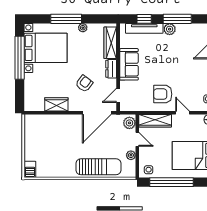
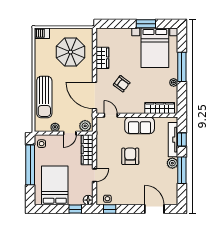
window: (20, 58) -> (146, 24), width x0.47
dresser: (111, 69) -> (135, 109), removed
armchair: (163, 94) -> (130, 156), moved
parasol: (50, 139) -> (70, 52), added

